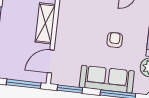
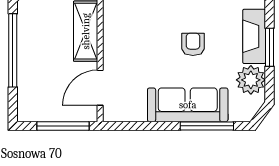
window: (70, 89) -> (134, 126), removed

